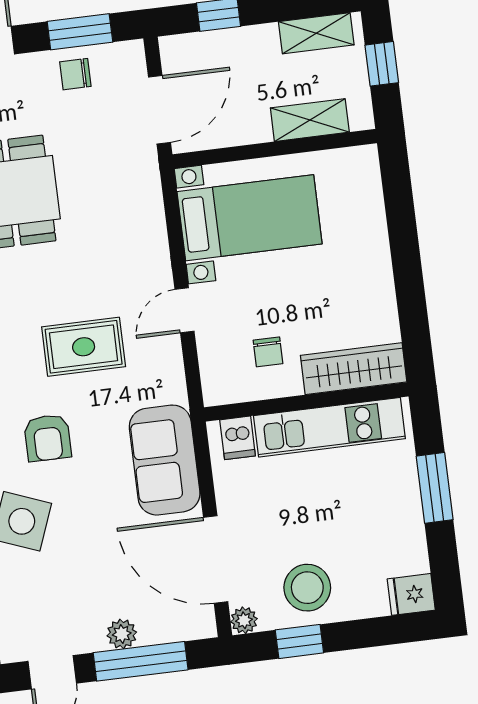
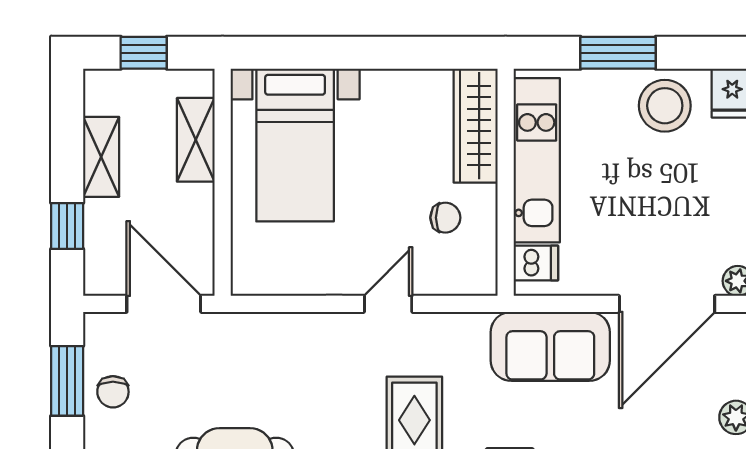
shelving: (316, 33) -> (101, 157), moved
bed with nightstands: (250, 218) -> (295, 145), moved, turned 180
door: (184, 310) -> (388, 304), swing flipped
stool: (307, 588) -> (665, 106), moved

